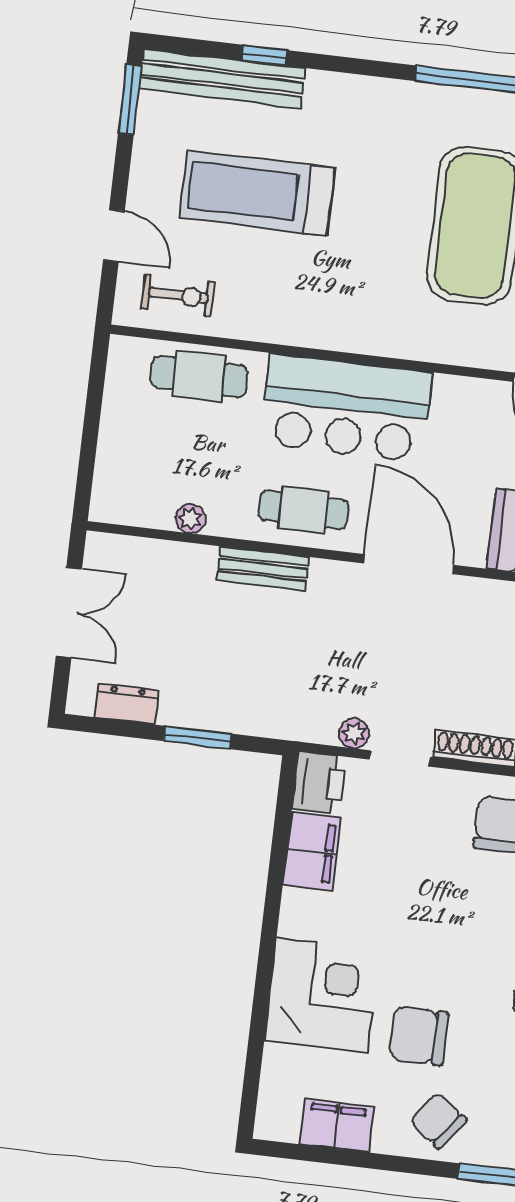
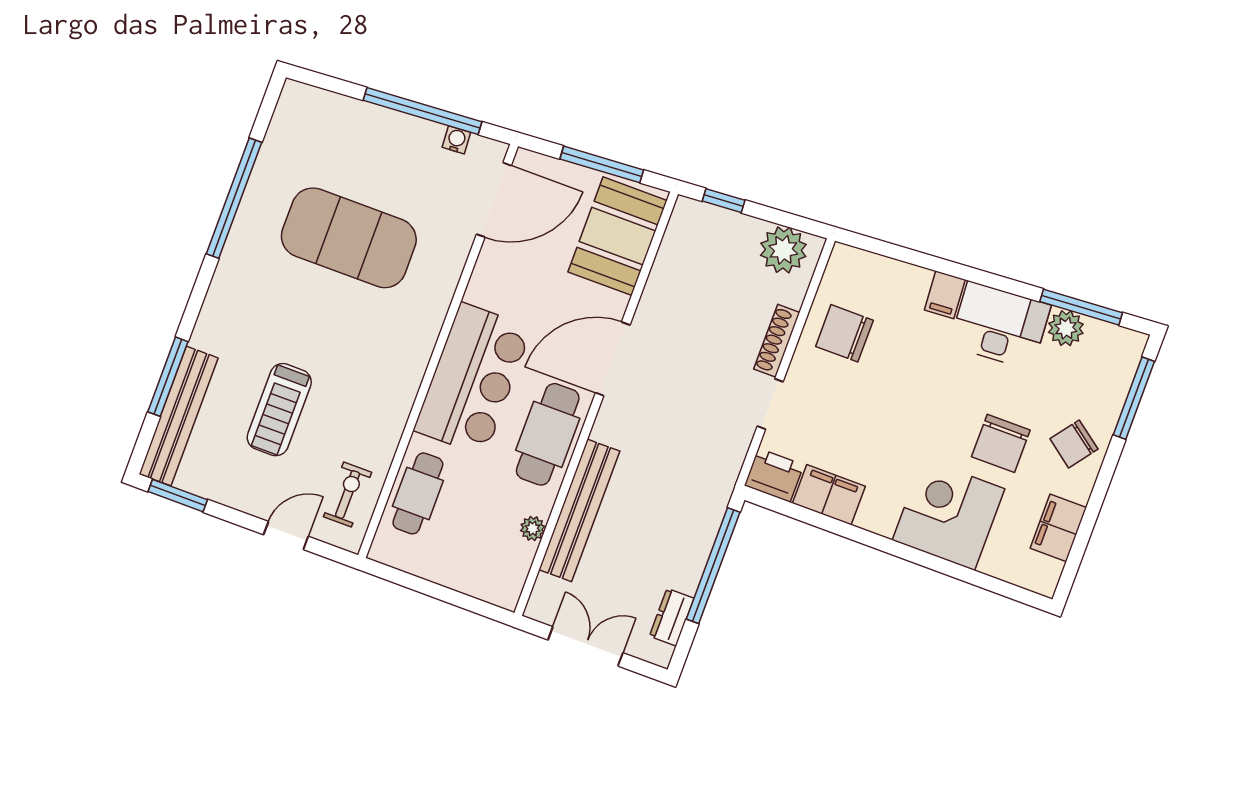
window: (265, 55) -> (168, 377), width x2.17
treadmill: (257, 193) -> (279, 410), width x0.73, depth x0.73
cafe table: (303, 510) -> (548, 434), width x1.37, depth x1.35
bench: (263, 569) -> (579, 510), width x1.86, depth x1.21
plant: (354, 733) -> (740, 437), removed
window: (198, 737) -> (713, 566), width x2.11

